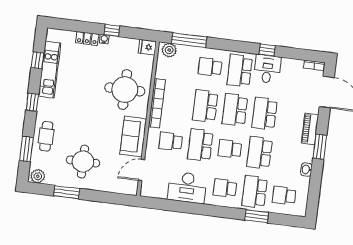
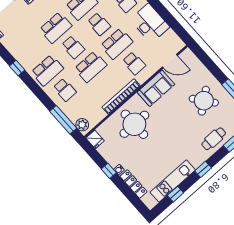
locker: (87, 38) -> (133, 184), width x1.53
desk: (267, 69) -> (28, 55), removed
school desk: (235, 110) -> (73, 47), width x0.54
round table: (83, 162) -> (204, 101), turned -38

